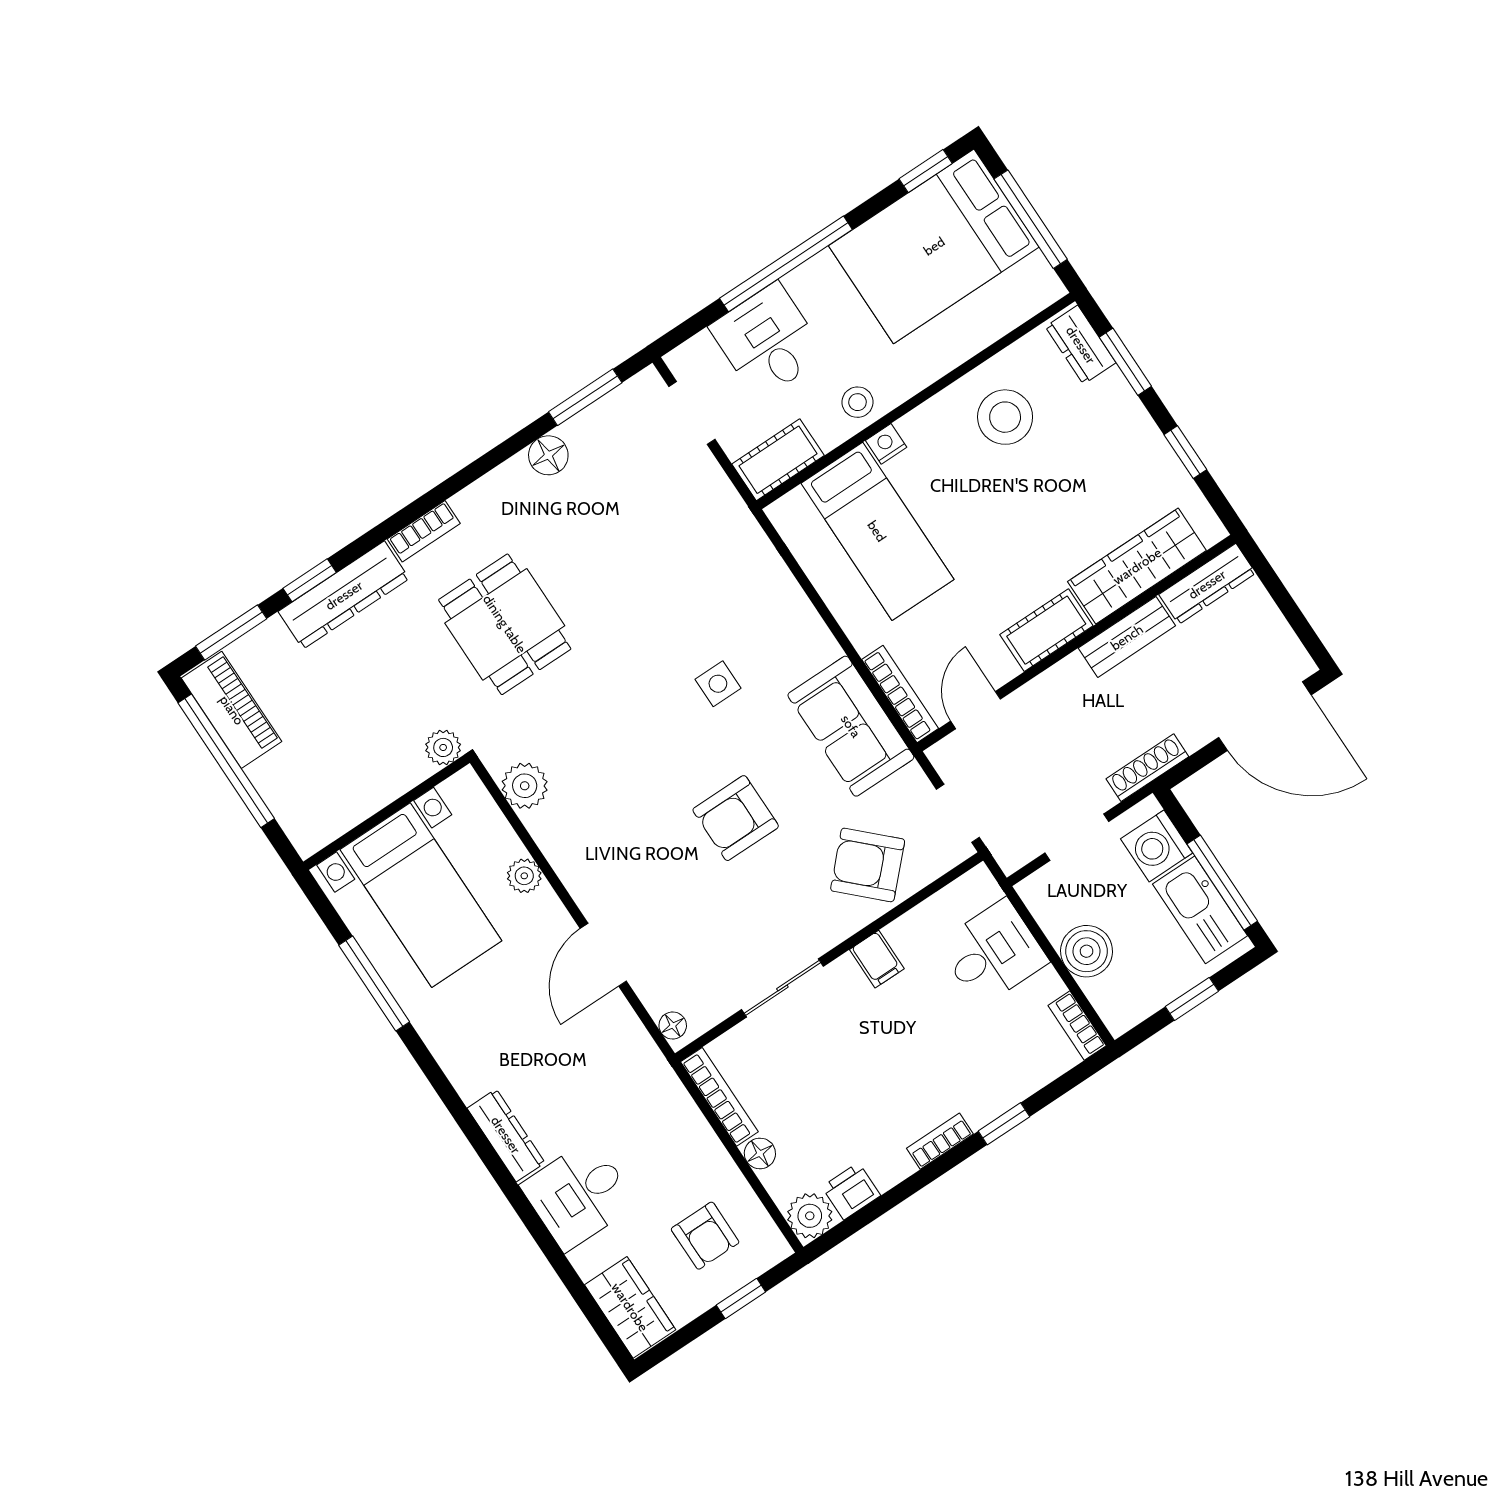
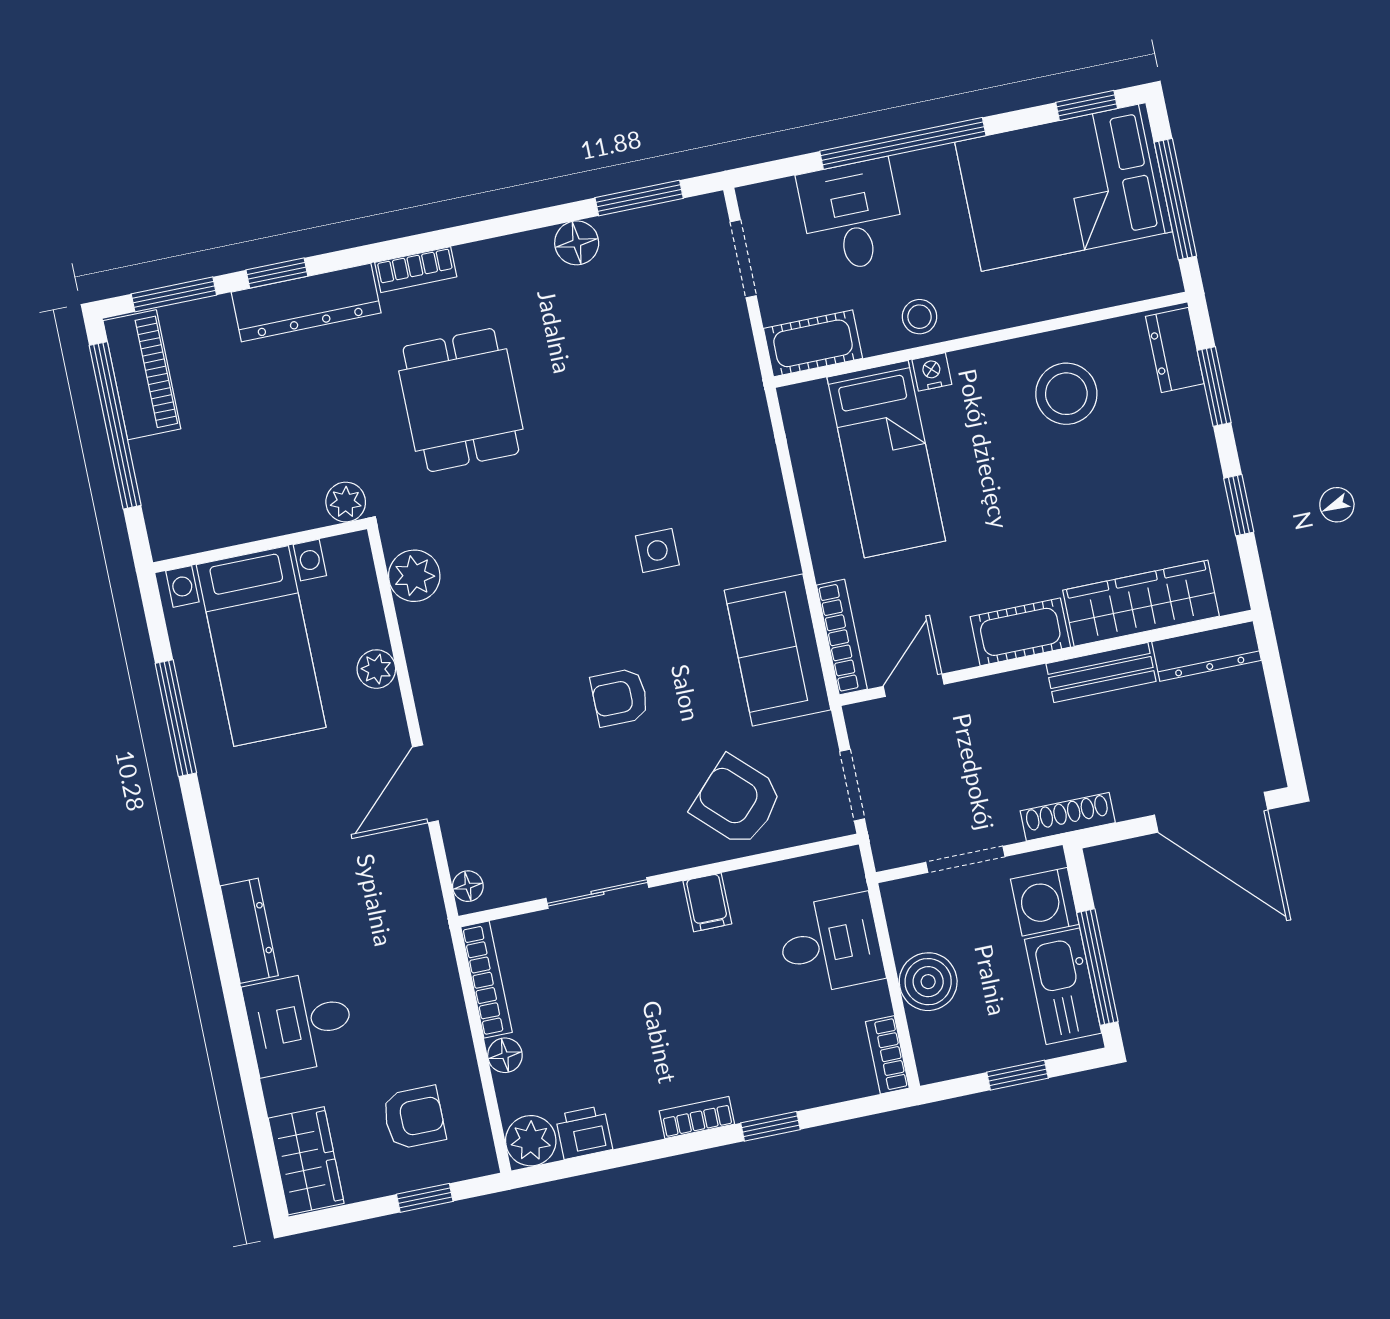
armchair: (736, 818) -> (620, 697), width x0.72, depth x0.72
armchair: (705, 1236) -> (414, 1118), turned -90

